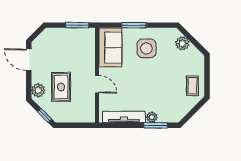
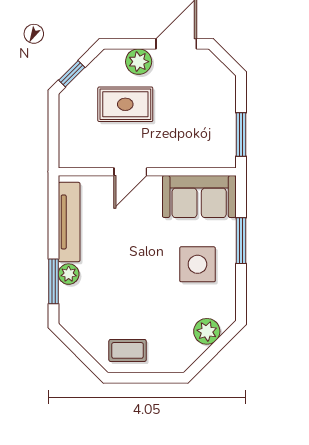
plant: (38, 90) -> (139, 62), moved

